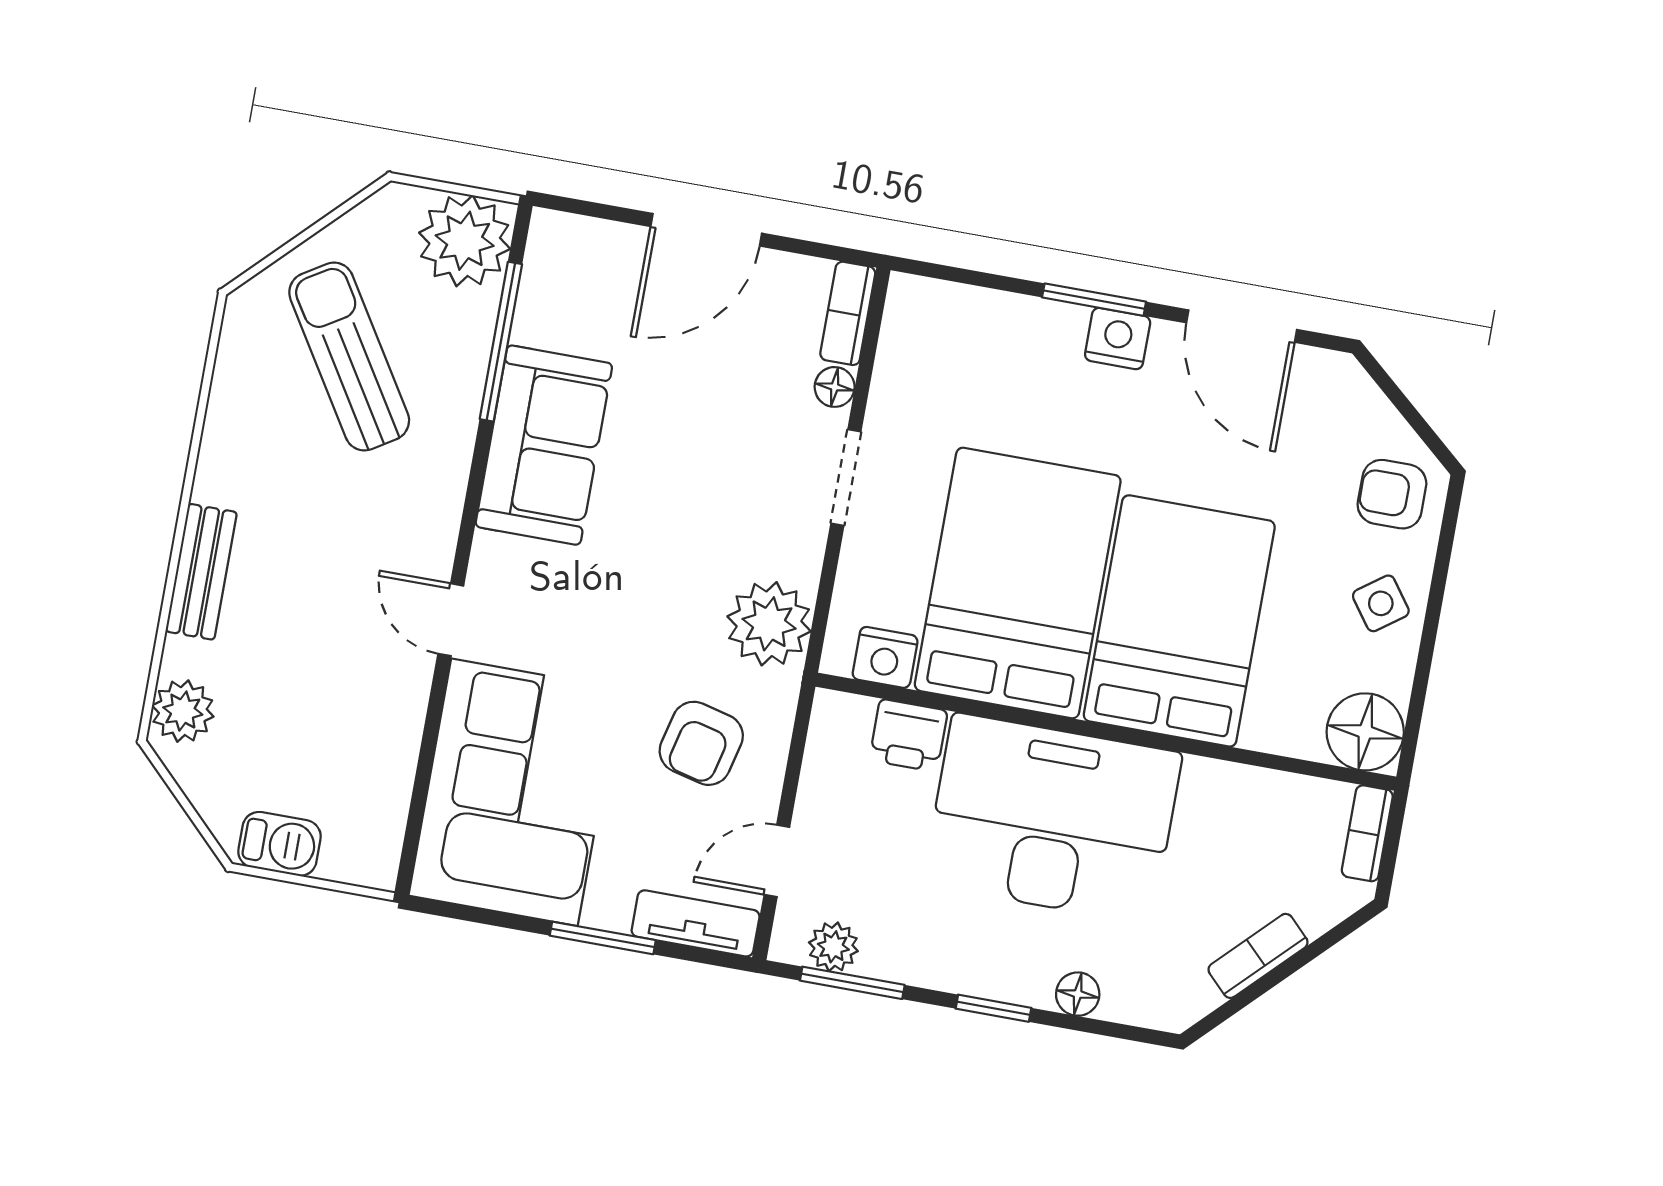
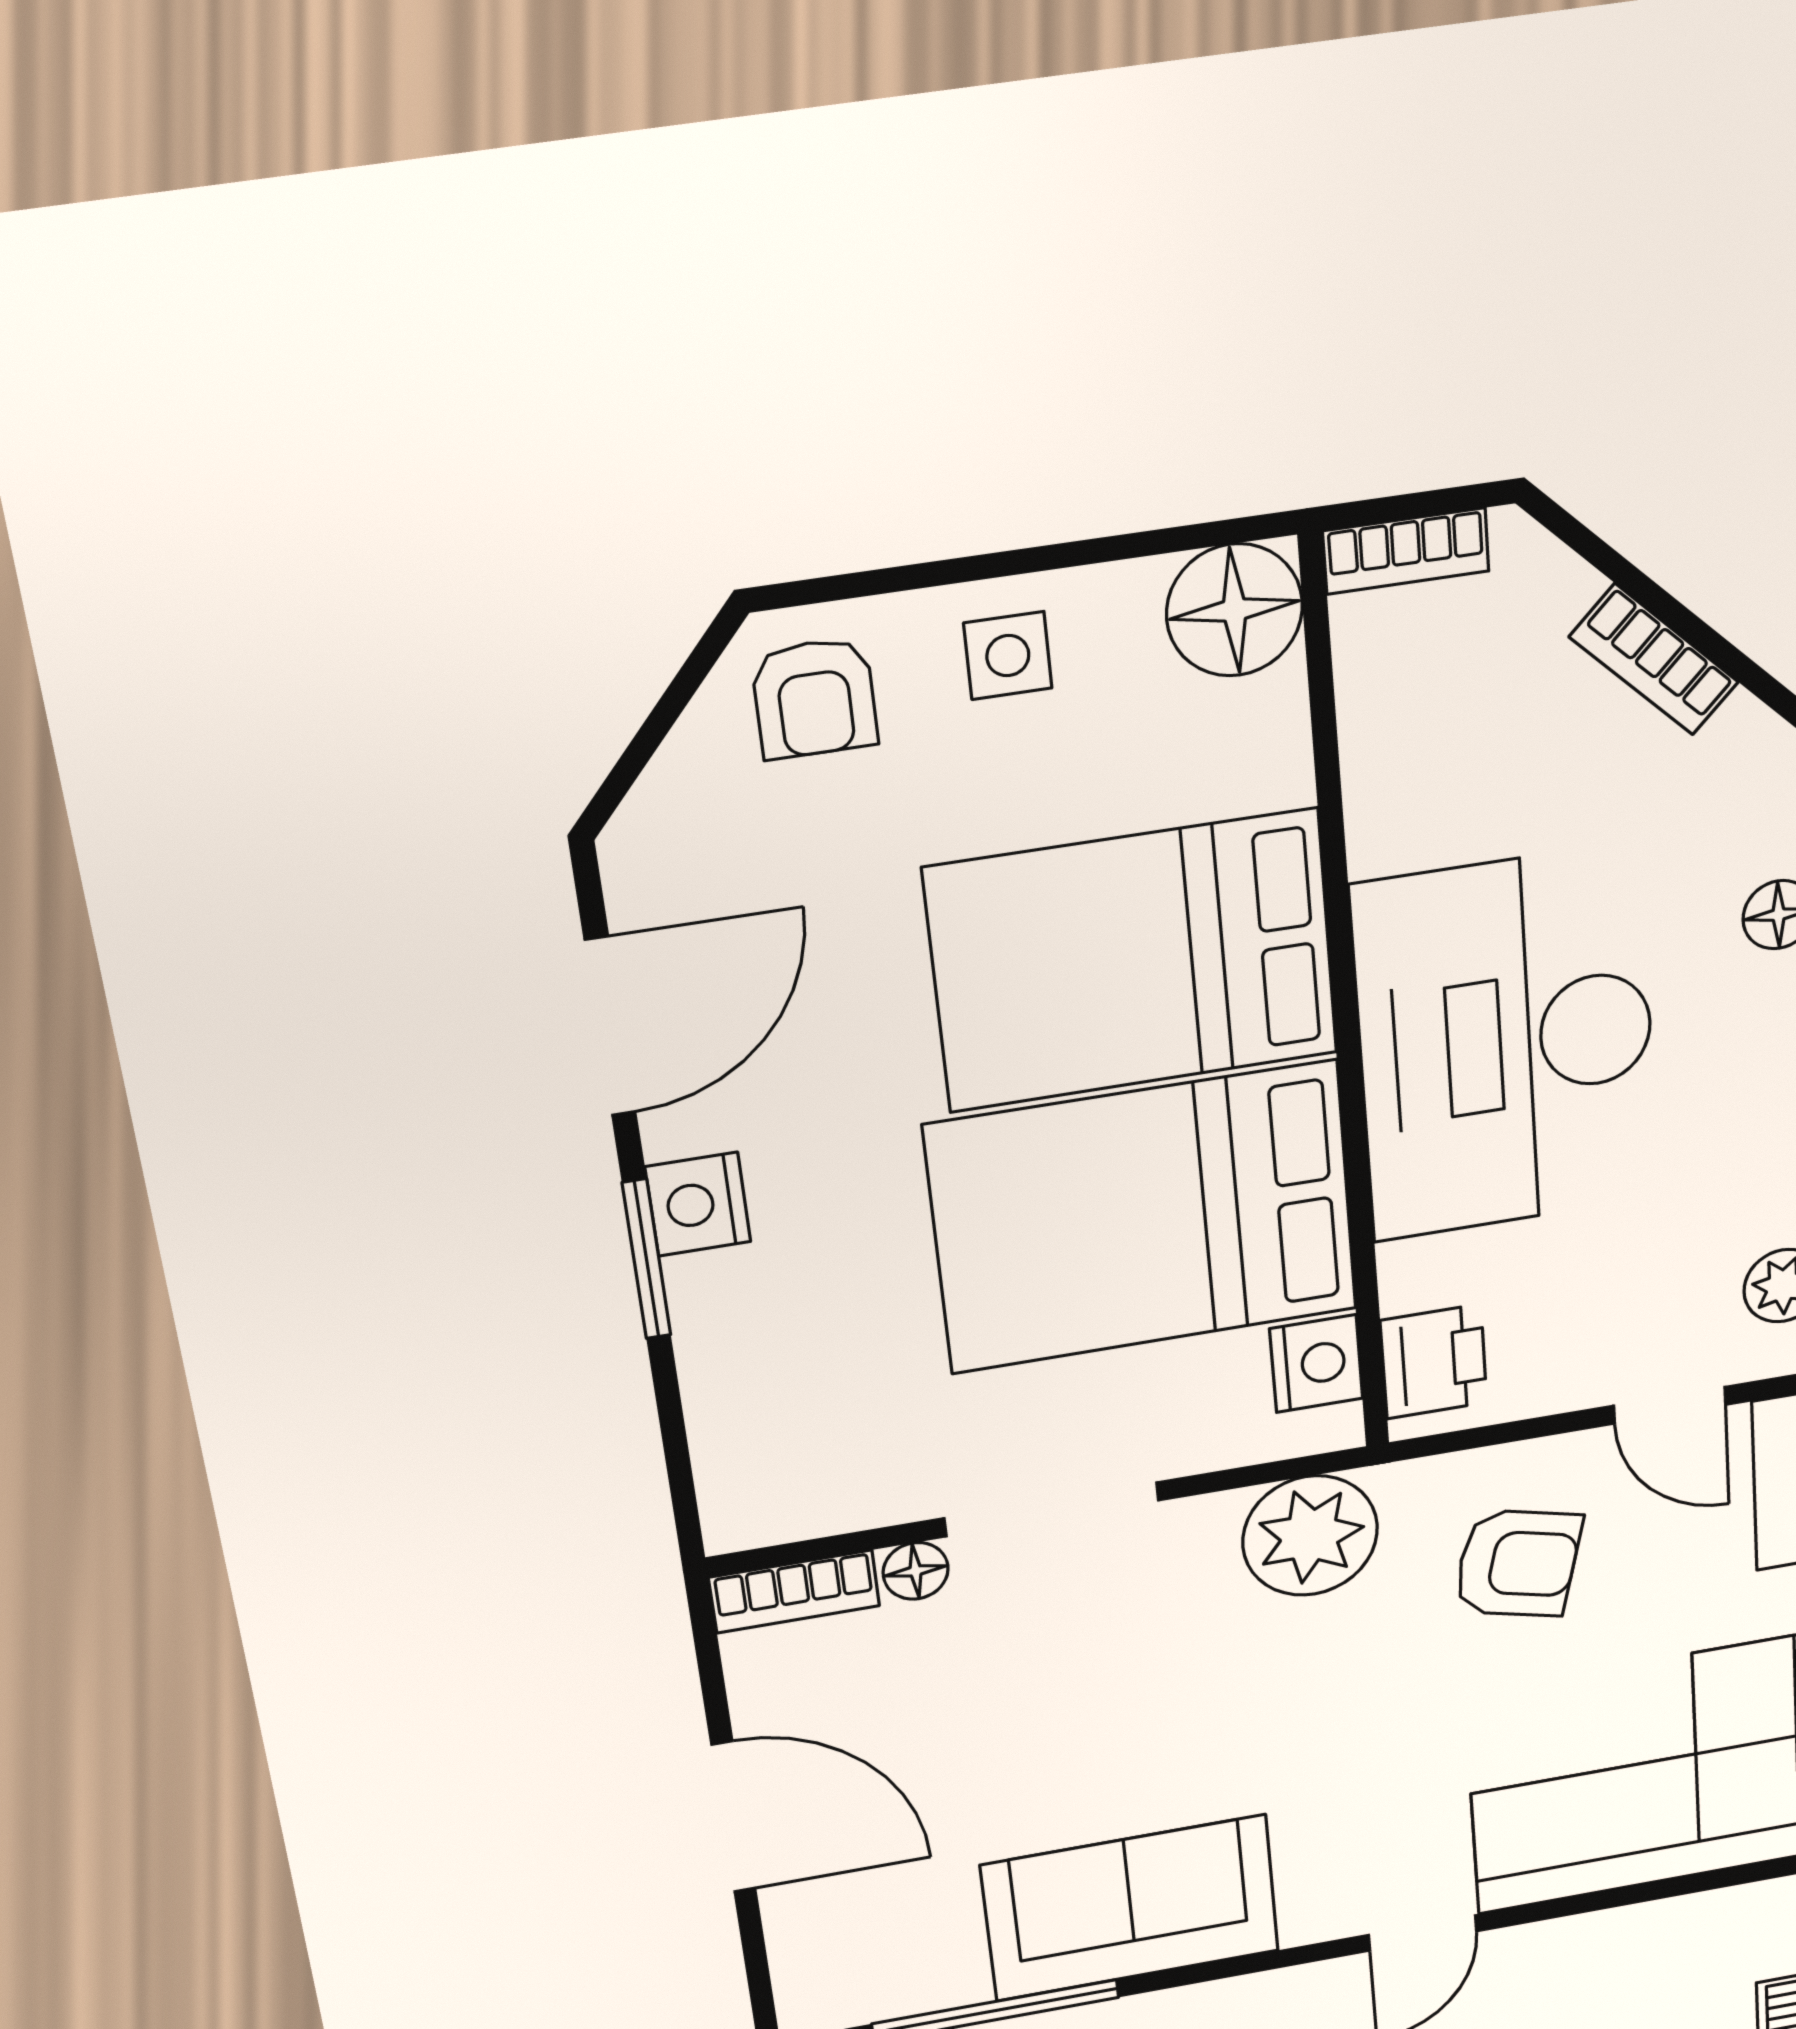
doorway: (846, 477) -> (1052, 1509), width x1.38
side table: (1381, 603) -> (1008, 656), turned 36
printer: (908, 735) -> (1434, 1362), moved

